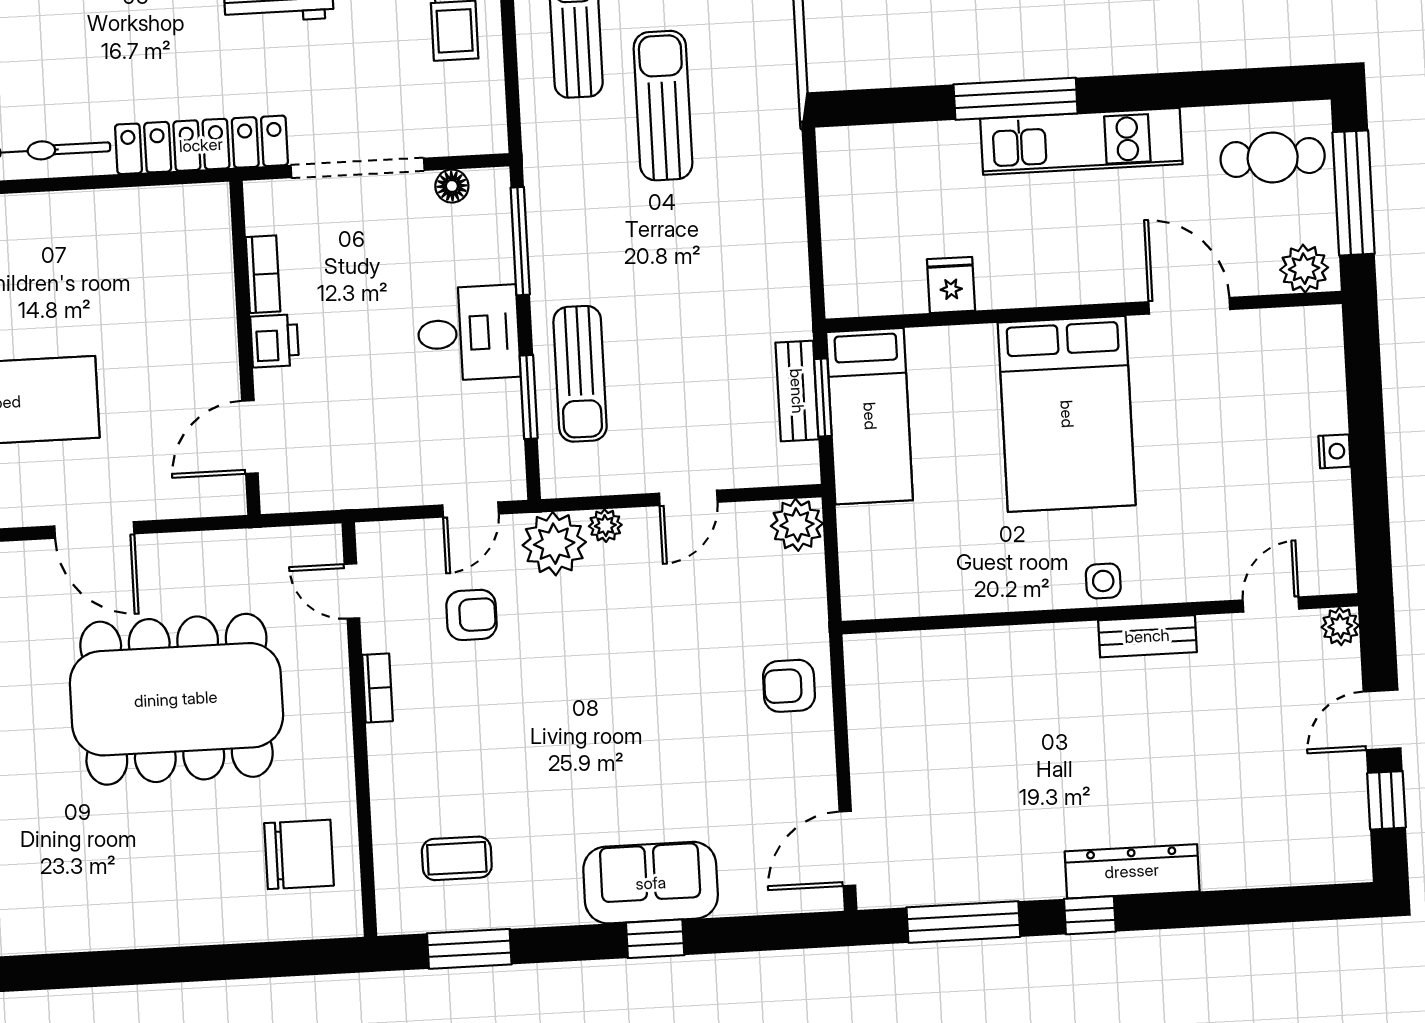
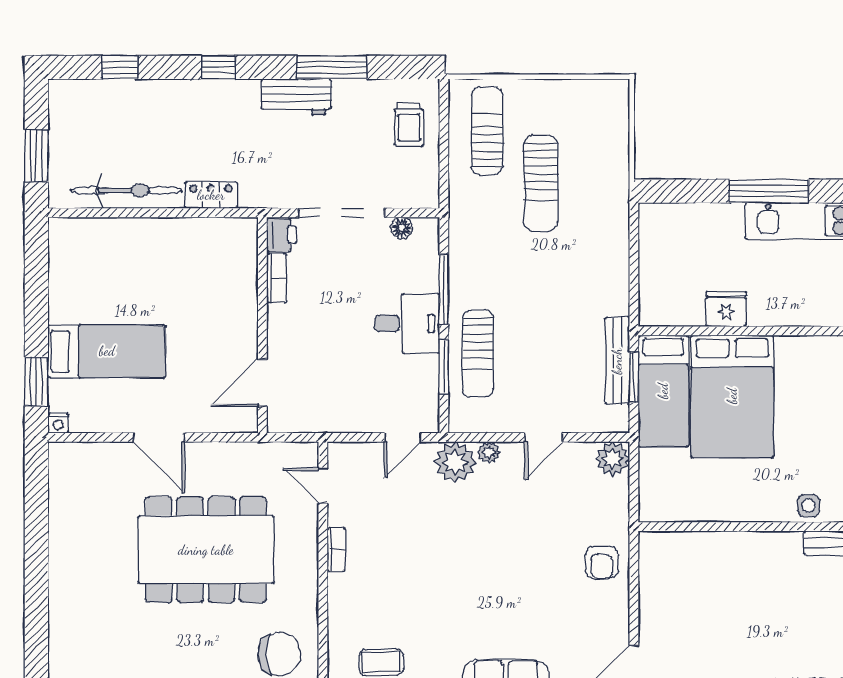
sun lounger: (663, 106) -> (541, 183), turned 180
locker: (201, 145) -> (211, 195), width x0.46, depth x0.83
window: (520, 241) -> (444, 290), moved
fridge: (951, 285) -> (726, 309), width x1.38
printer: (275, 341) -> (282, 235), moved
bench: (797, 391) -> (617, 361), width x1.36
bed: (1067, 414) -> (732, 396), moved
armchair: (471, 615) -> (399, 505), removed
armchair: (789, 686) -> (602, 562), turned -90

